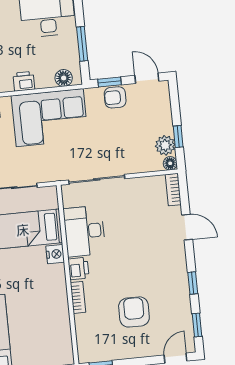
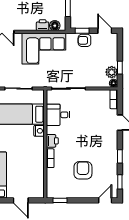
printer: (24, 81) -> (43, 25), moved
desk: (84, 231) -> (58, 115), width x0.73

